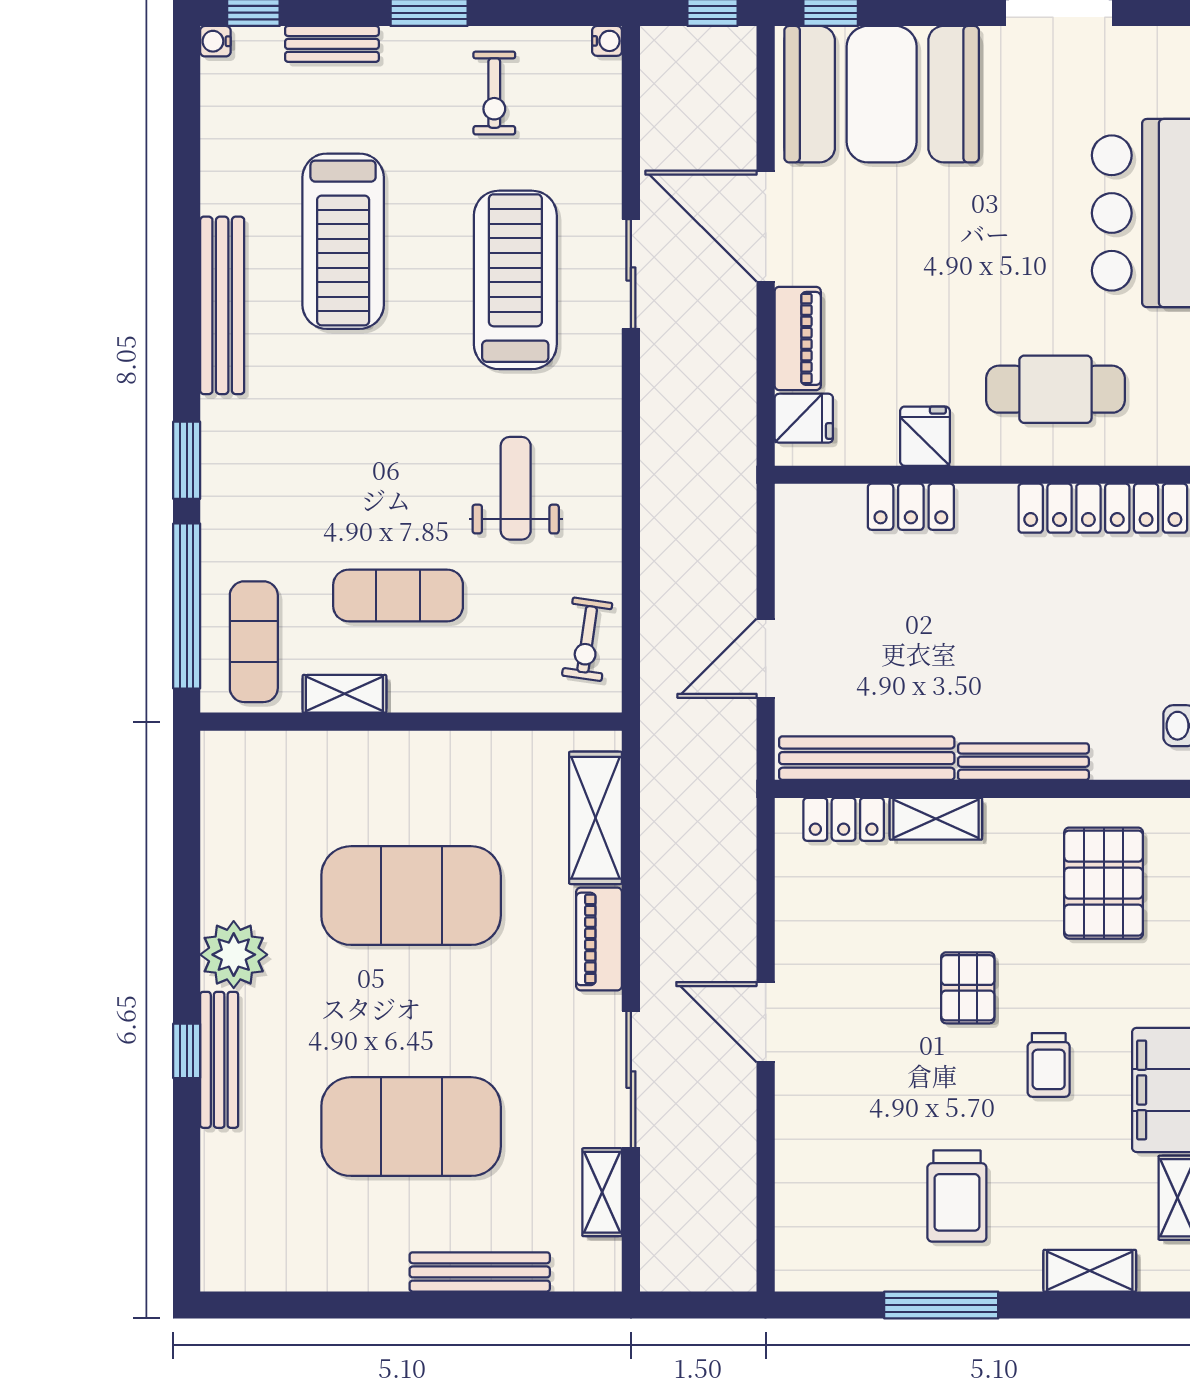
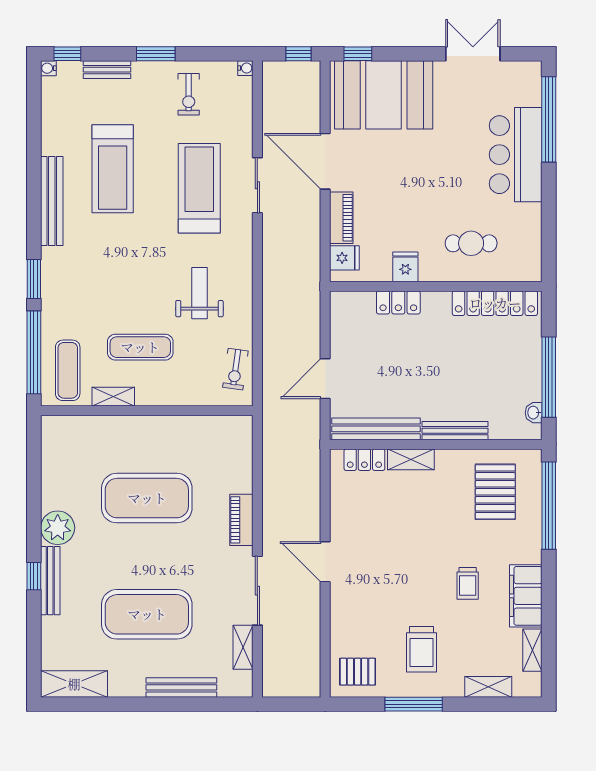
cafe table: (1055, 389) -> (471, 243), width x0.73, depth x0.74
shelving: (595, 818) -> (74, 684), moved, turned 90
pallet: (968, 988) -> (358, 672), moved, turned 90

